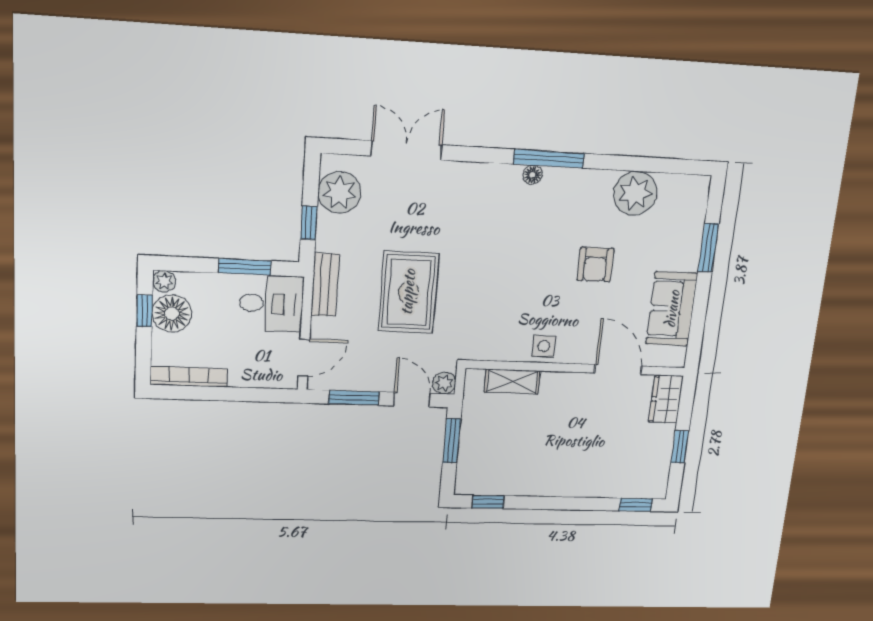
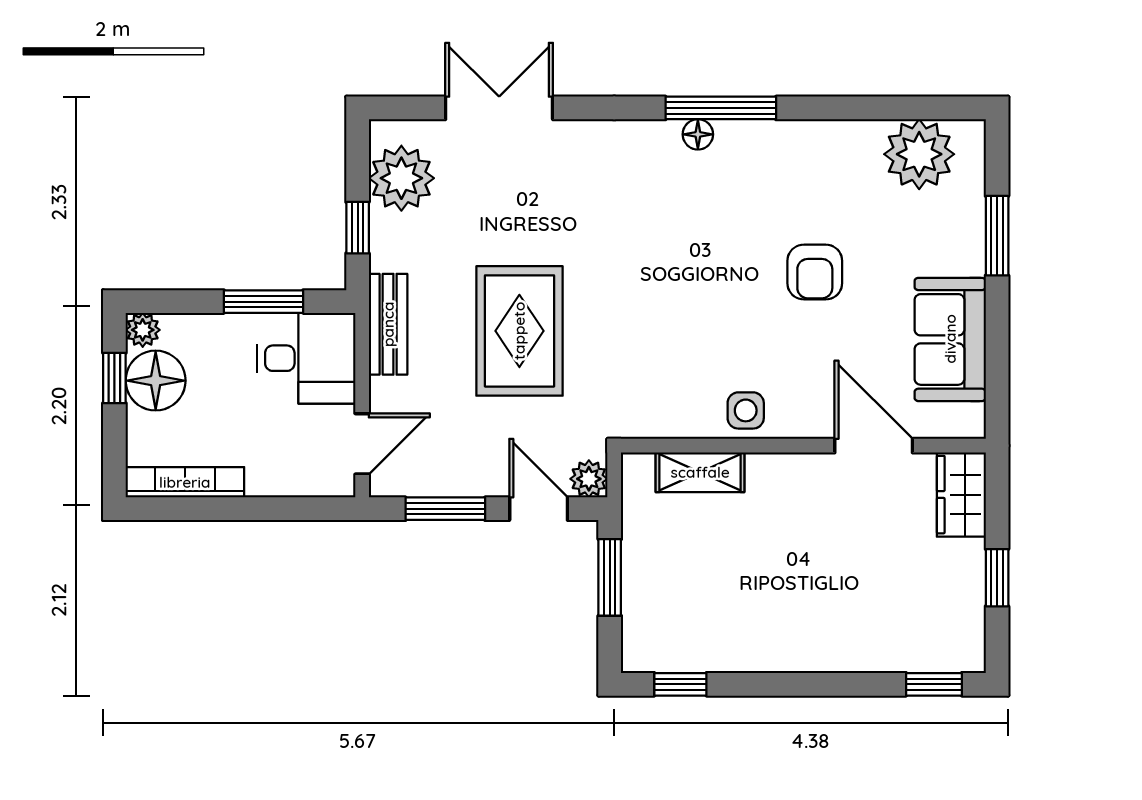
plant: (635, 193) -> (919, 154), moved

